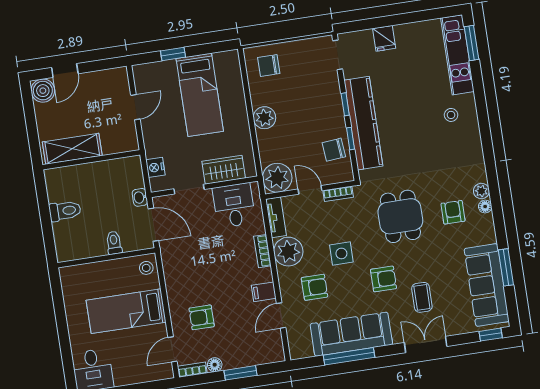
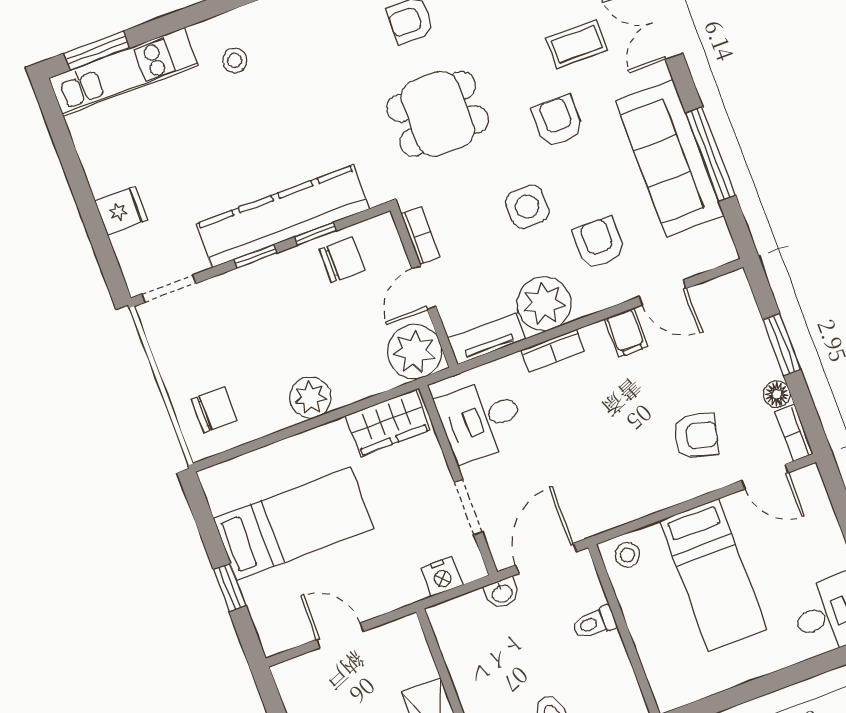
chair: (269, 66) -> (214, 410), turned -90
chair: (334, 150) -> (342, 260), turned -85
wardrobe: (224, 170) -> (388, 423), moved, turned -90
armchair: (202, 317) -> (696, 436), turned -76

